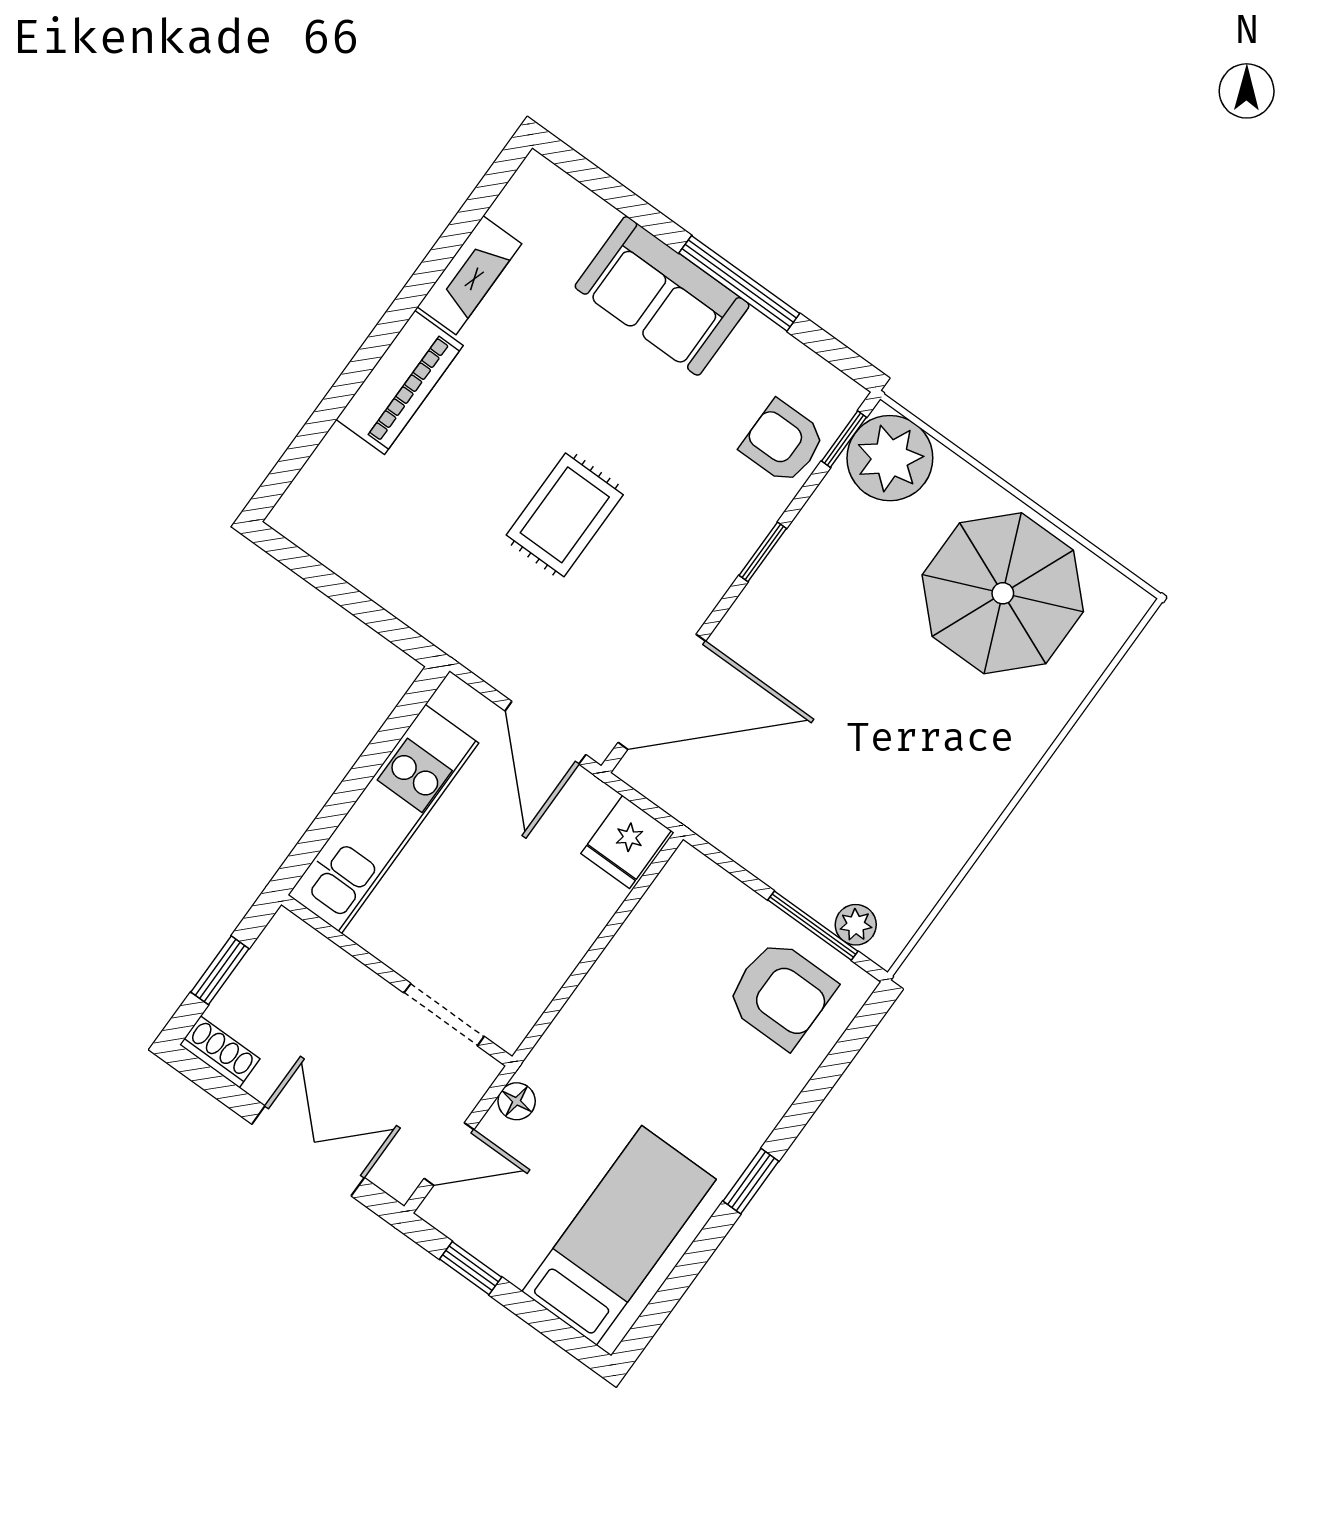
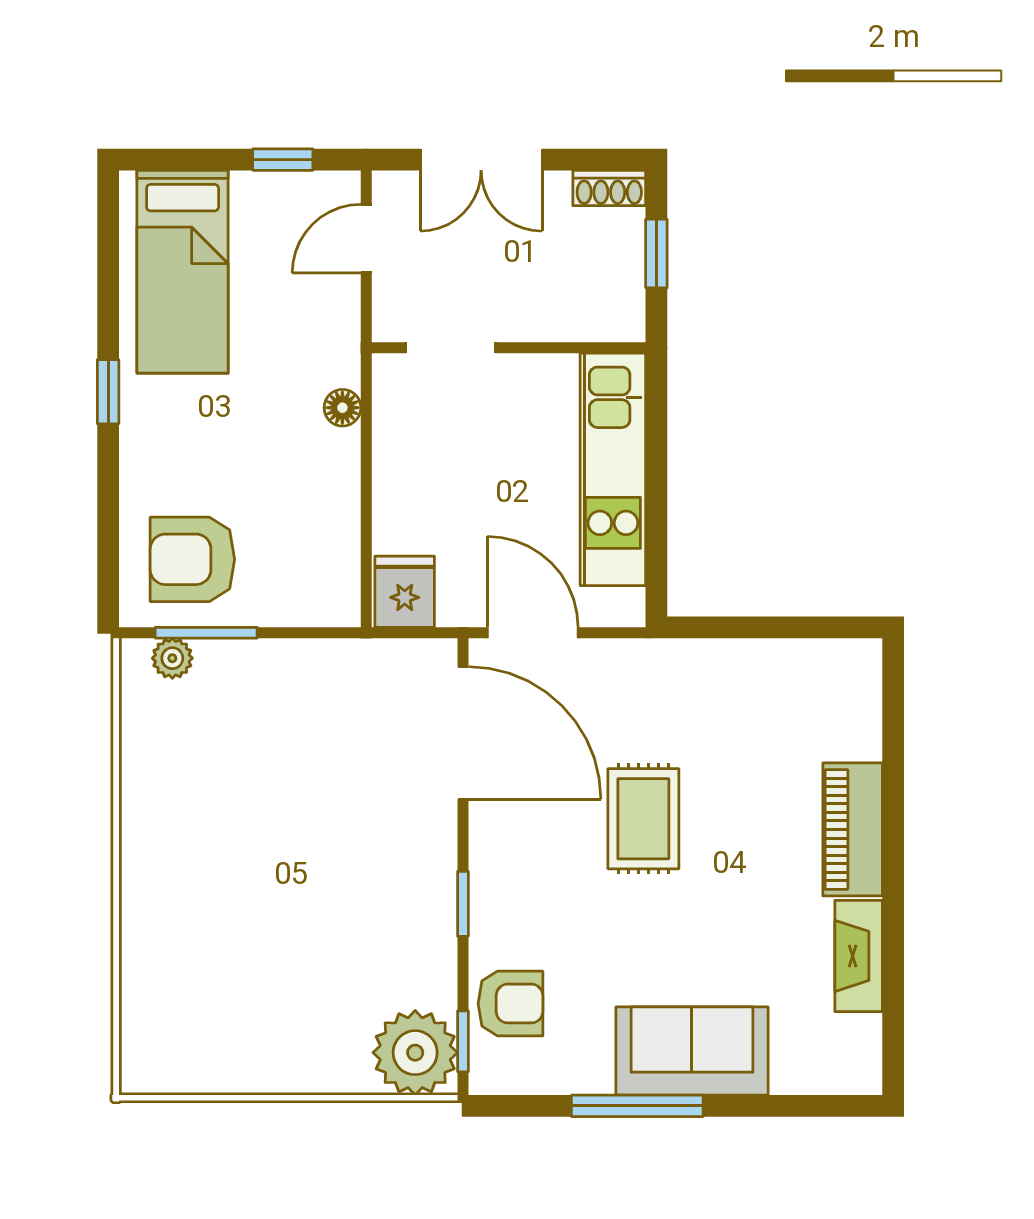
parasol: (1003, 593) -> (246, 1009), removed
door: (662, 692) -> (463, 733), swing flipped
floor lamp: (517, 1101) -> (342, 408), moved

